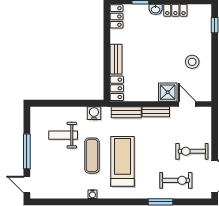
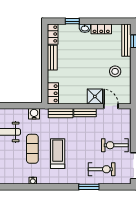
bench: (206, 24) -> (126, 40), added
bench: (116, 59) -> (52, 58), moved
treadmill: (123, 161) -> (58, 154), width x0.73, depth x0.73

